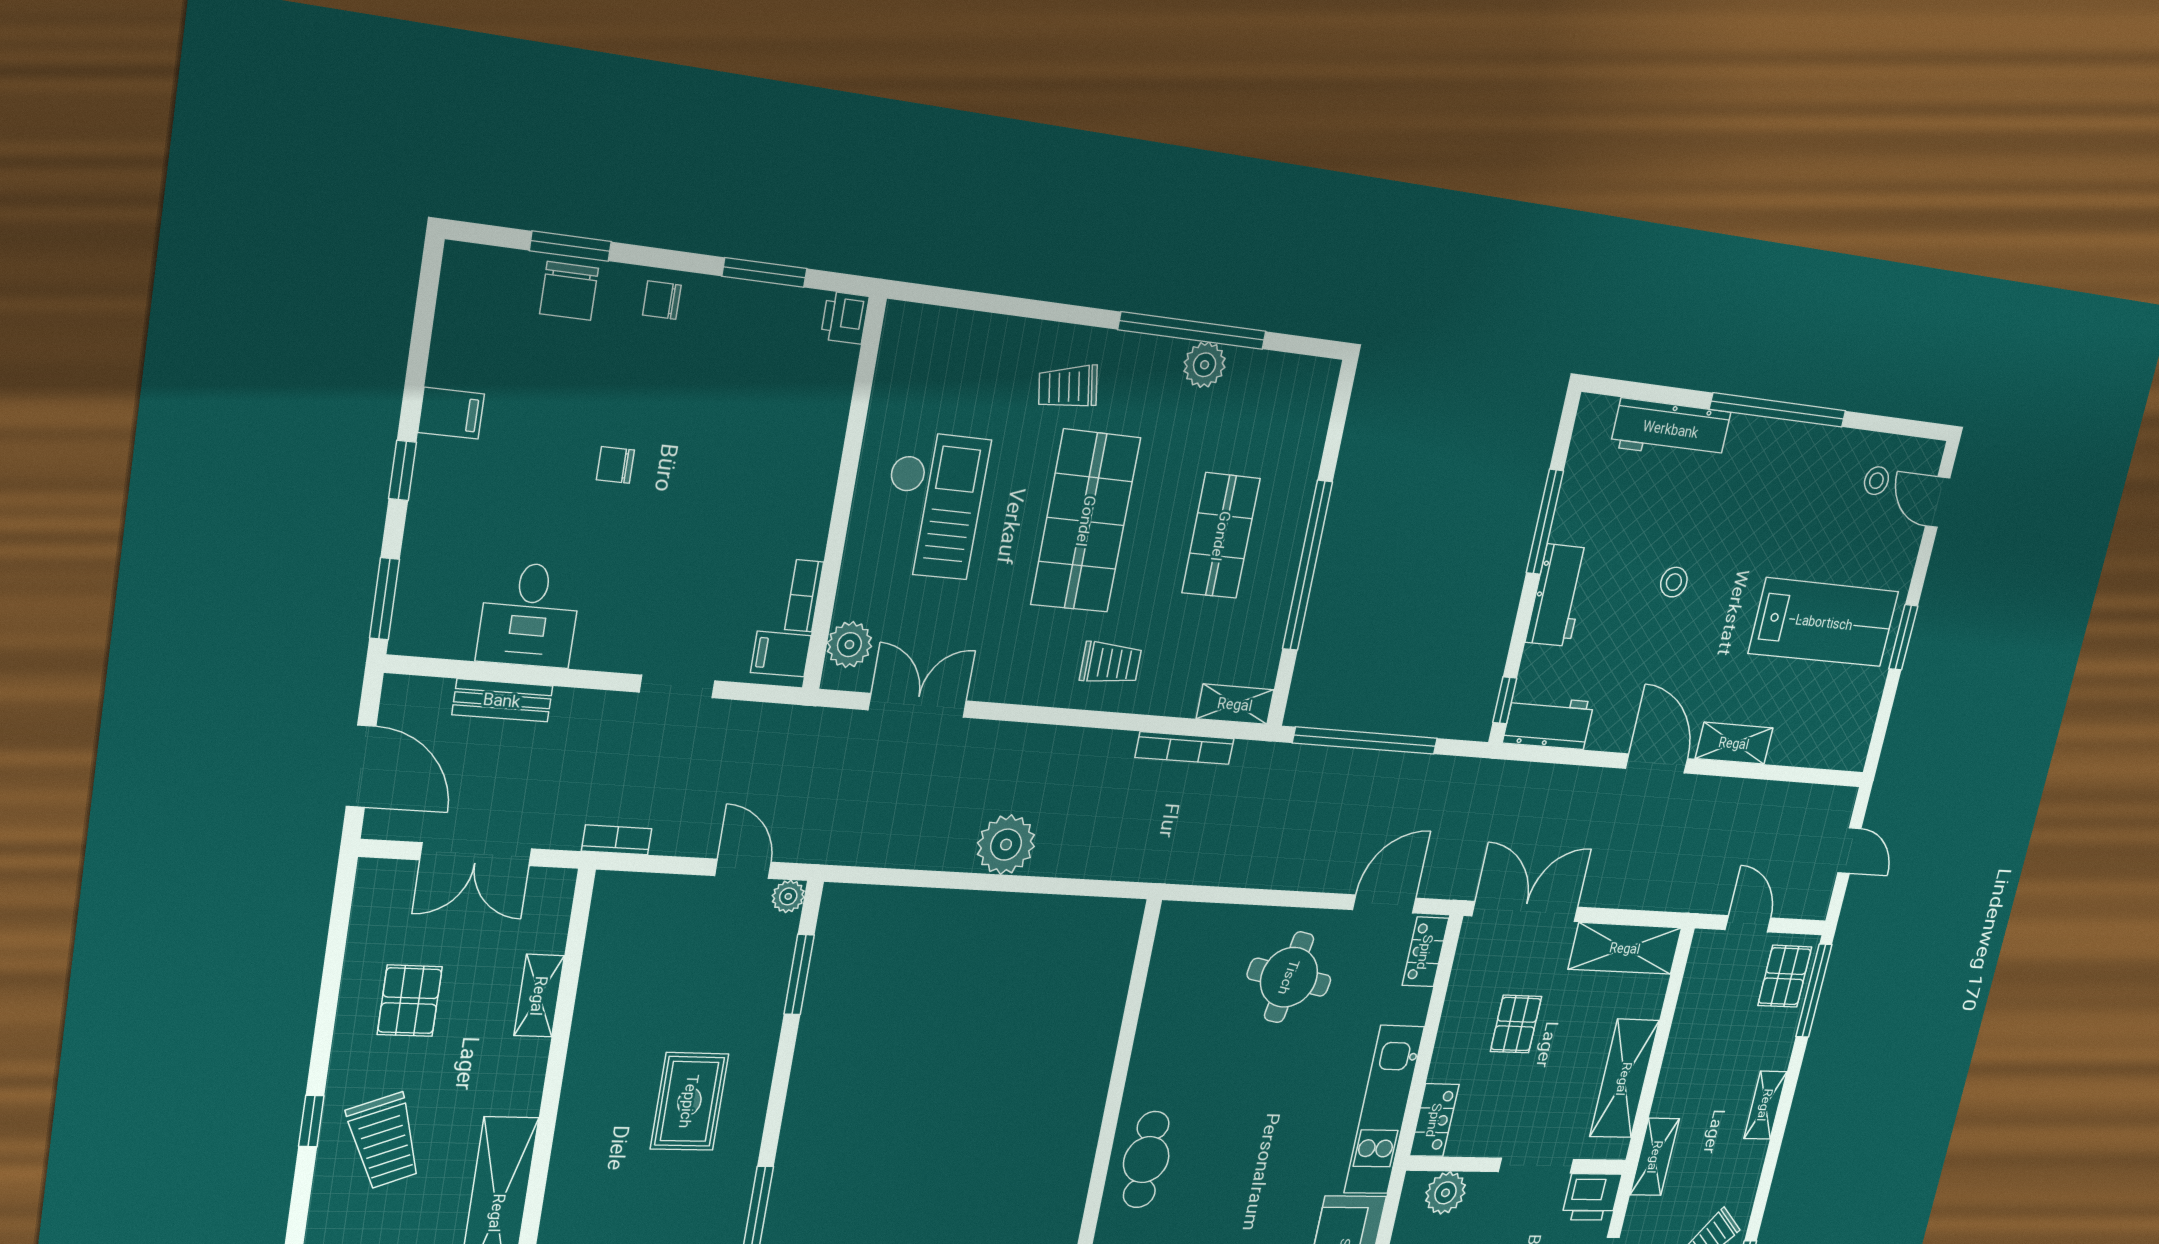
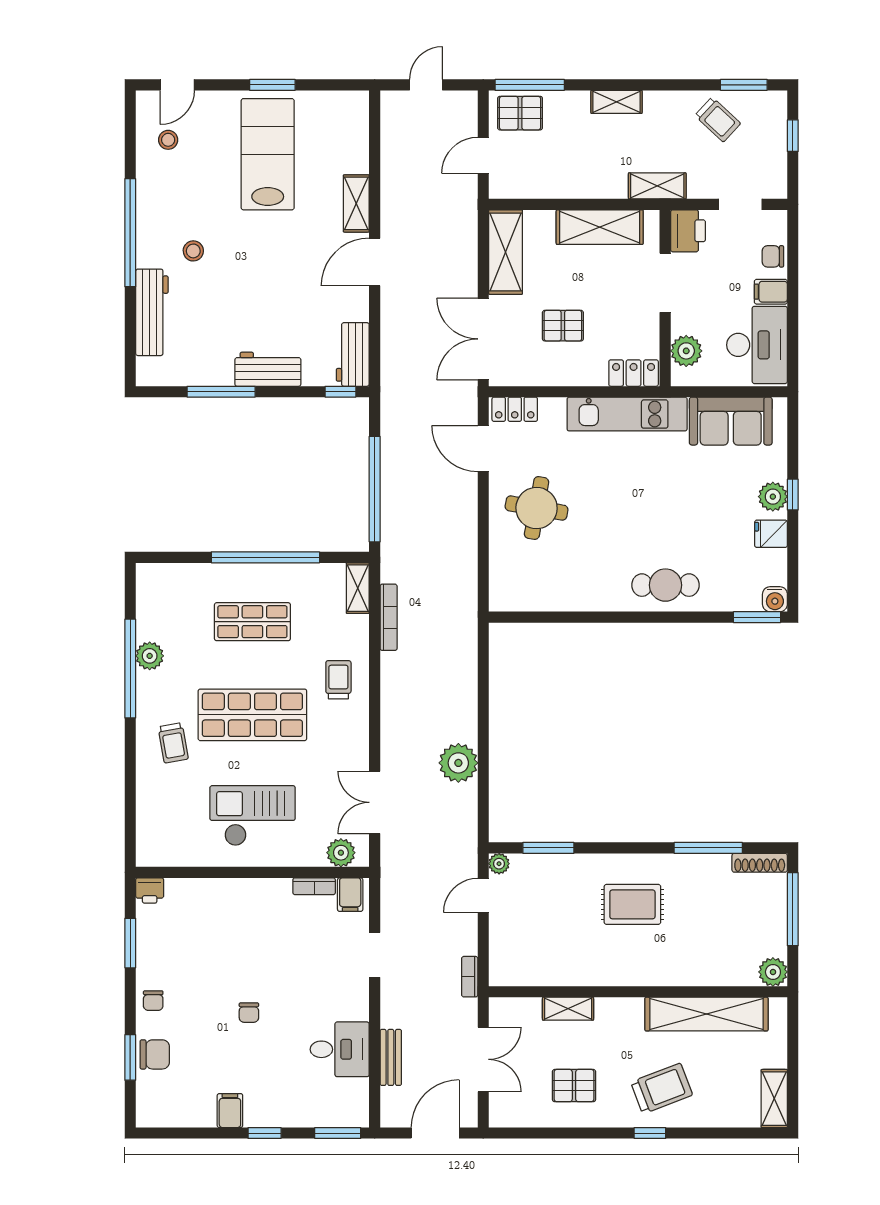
stool: (1674, 582) -> (193, 251), moved
plant: (1006, 845) -> (458, 763), moved

